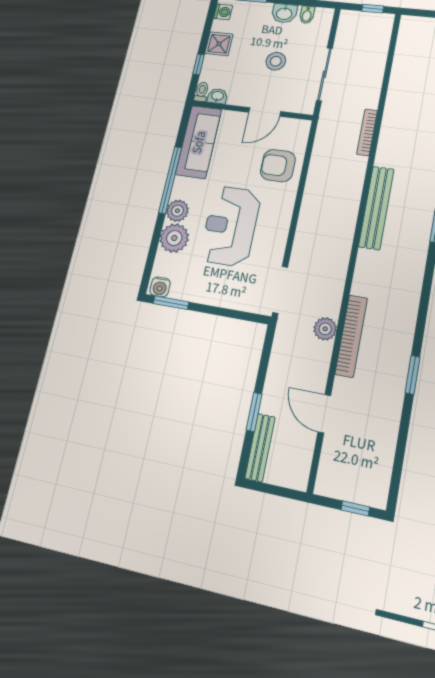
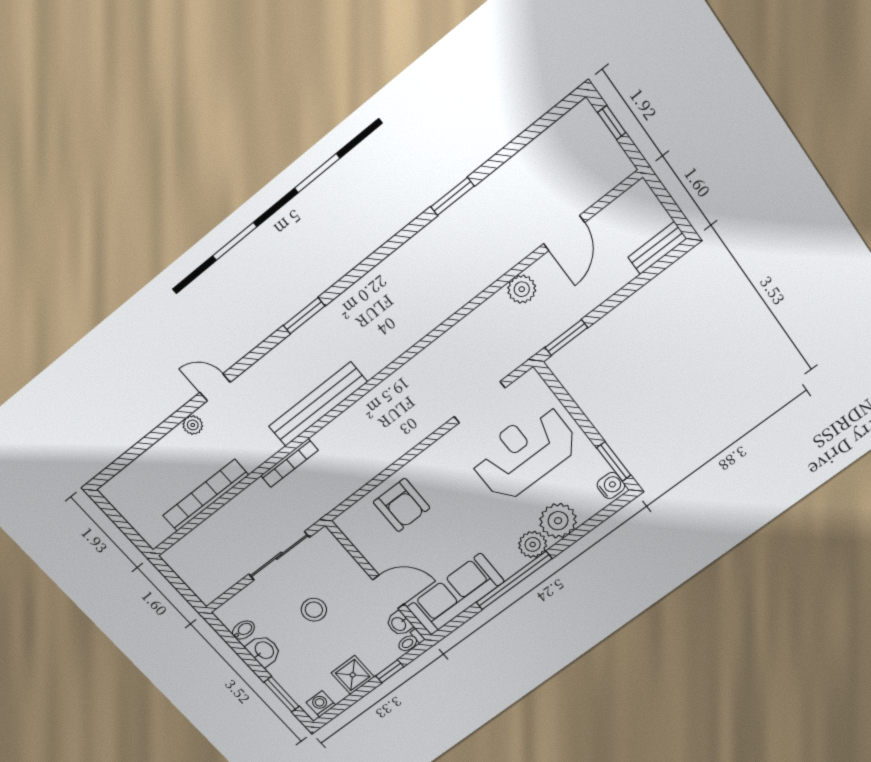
window: (373, 9) -> (175, 580), removed
door: (265, 112) -> (388, 592), moved
bench: (376, 208) -> (318, 404), moved
reception desk: (230, 226) -> (524, 453), moved, turned 180
doorway: (280, 290) -> (480, 402), moved
plant: (325, 329) -> (522, 289), moved
bookcase: (351, 336) -> (206, 495), moved
window: (254, 412) -> (566, 338), moved
bench: (260, 448) -> (657, 248), width x0.73

